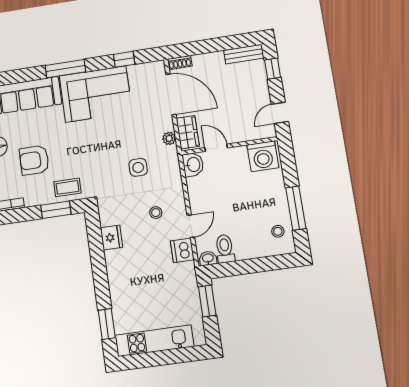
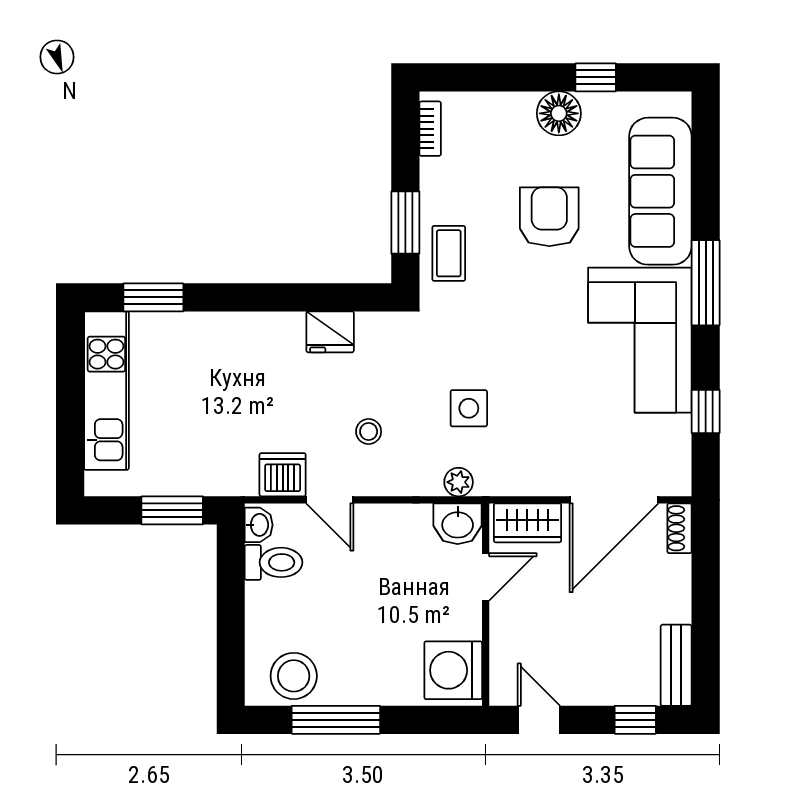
plant: (169, 138) -> (459, 482), moved
armchair: (34, 160) -> (549, 217), moved
stool: (278, 231) -> (294, 676), width x1.89, depth x1.89

